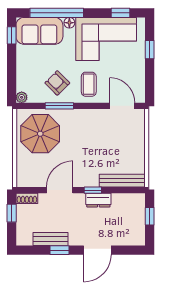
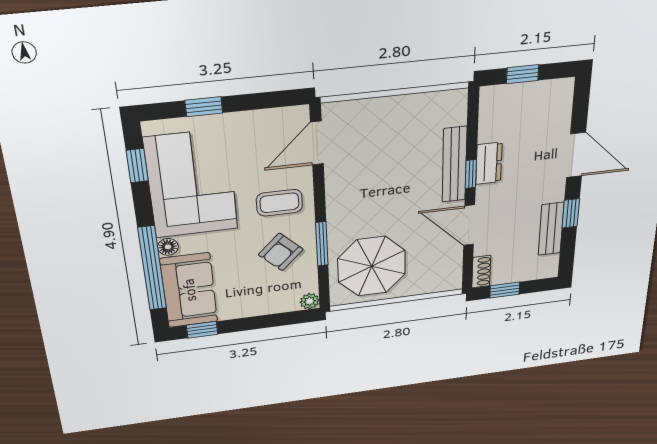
bench: (122, 181) -> (454, 165), moved

